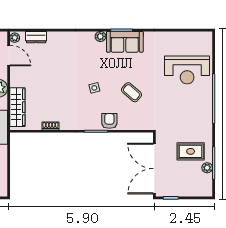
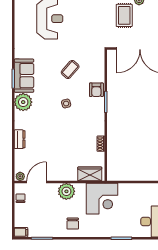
plant: (100, 36) -> (23, 102), width x1.87, depth x1.87
dresser: (36, 37) -> (20, 139), moved
wardrobe: (17, 107) -> (90, 174), width x0.67
armchair: (109, 121) -> (96, 90), turned -90

